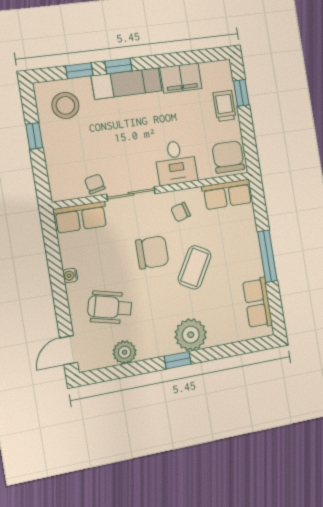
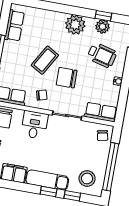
window: (34, 136) -> (111, 167), width x3.17
chair: (95, 184) -> (103, 136), moved
plant: (191, 335) -> (75, 25), moved
window: (178, 360) -> (103, 16), moved

